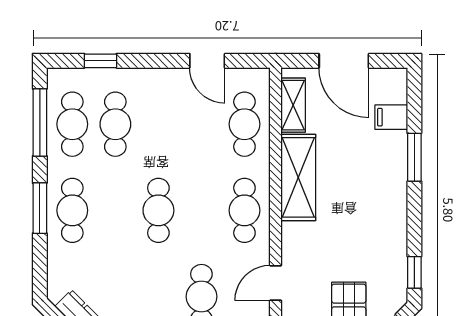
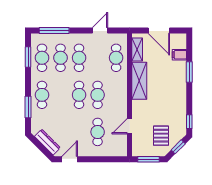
window: (100, 61) -> (54, 30), width x2.17
door: (207, 61) -> (100, 30), swing flipped
window: (40, 122) -> (28, 57), width x0.69
cafe table: (158, 124) -> (79, 58), added
window: (40, 208) -> (28, 107), moved
cafe table: (244, 210) -> (98, 95), moved

